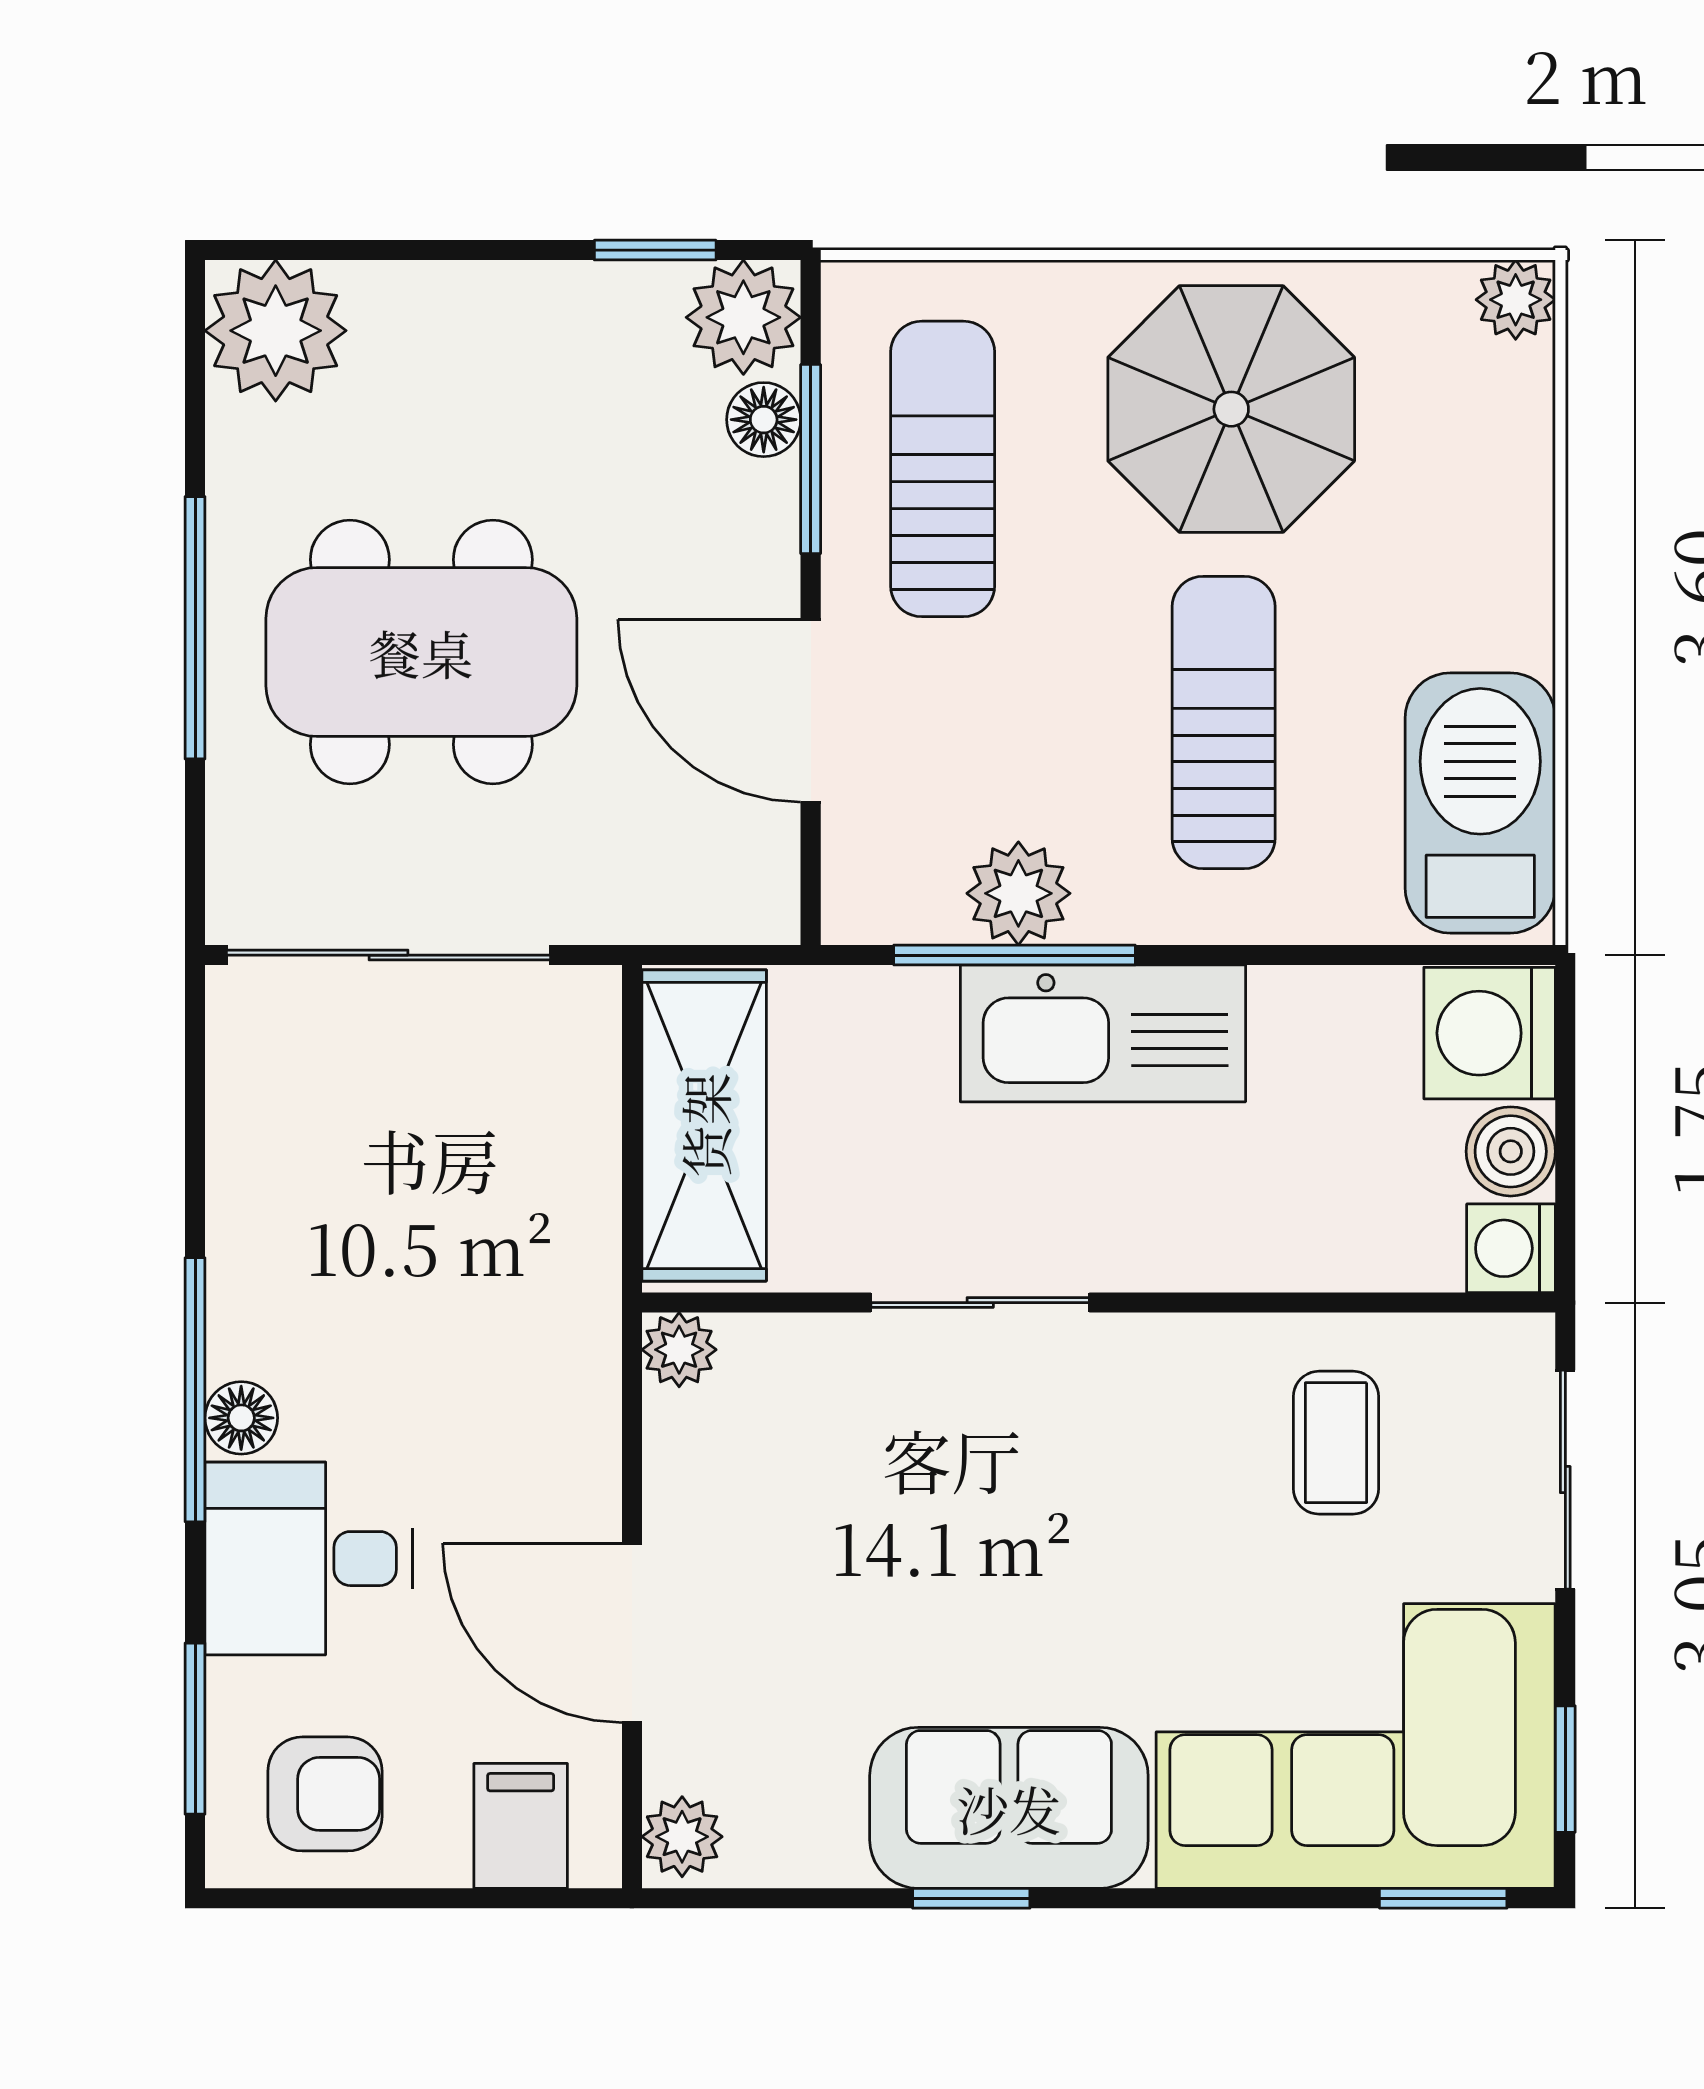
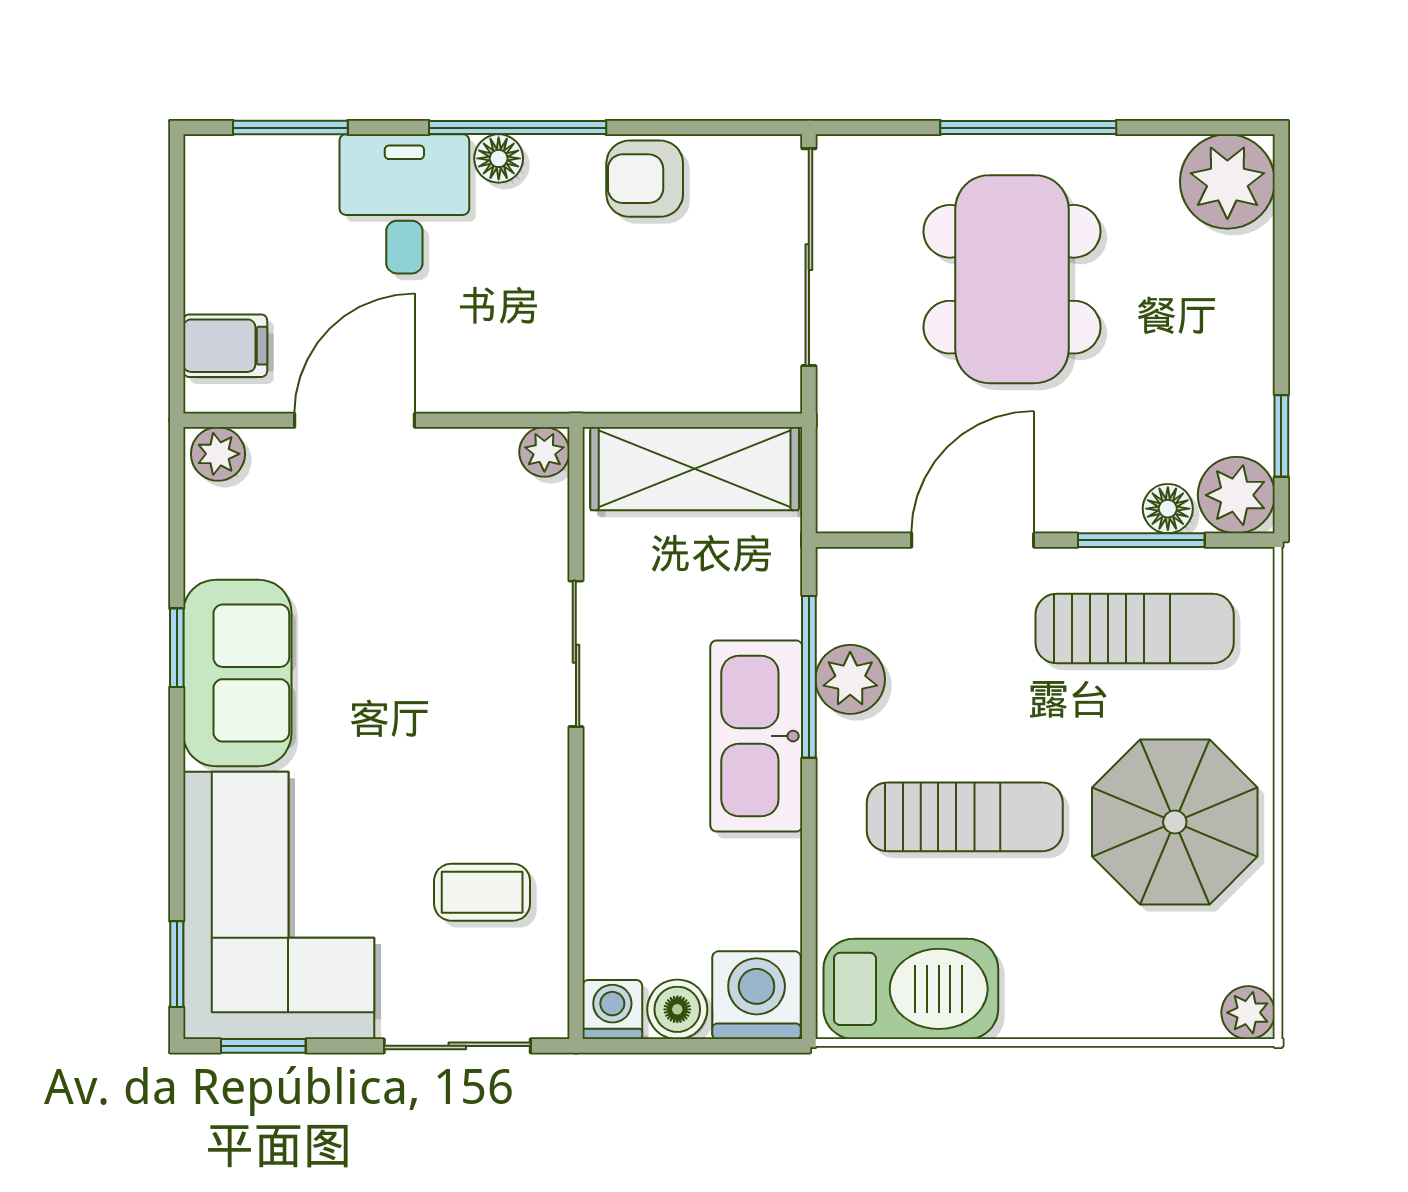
armchair: (325, 1794) -> (645, 179), moved, turned 90

